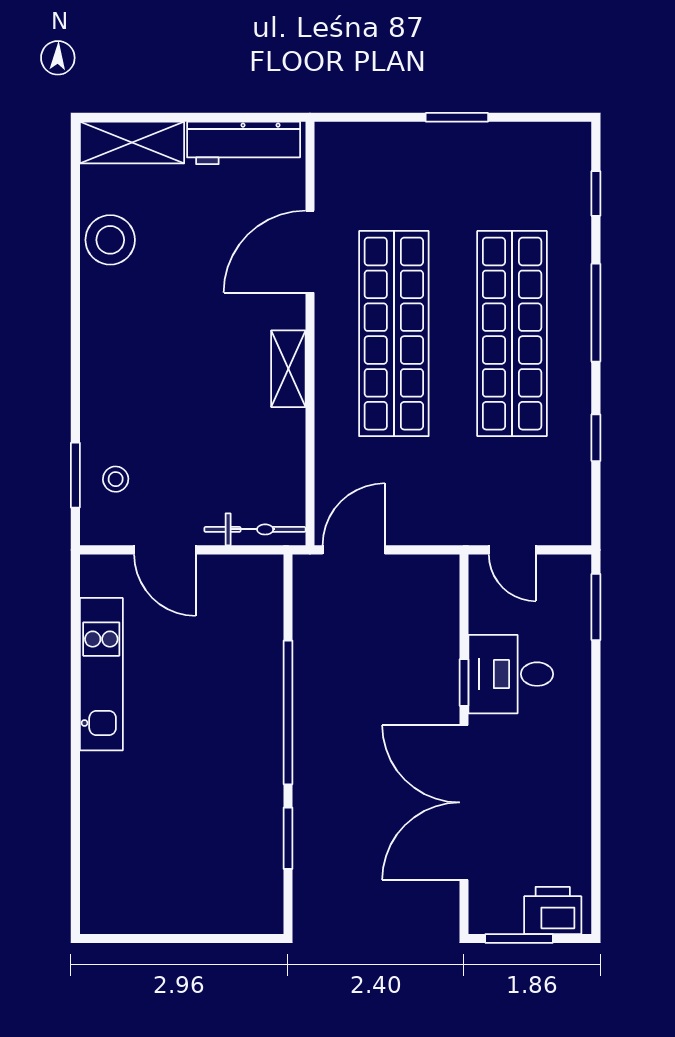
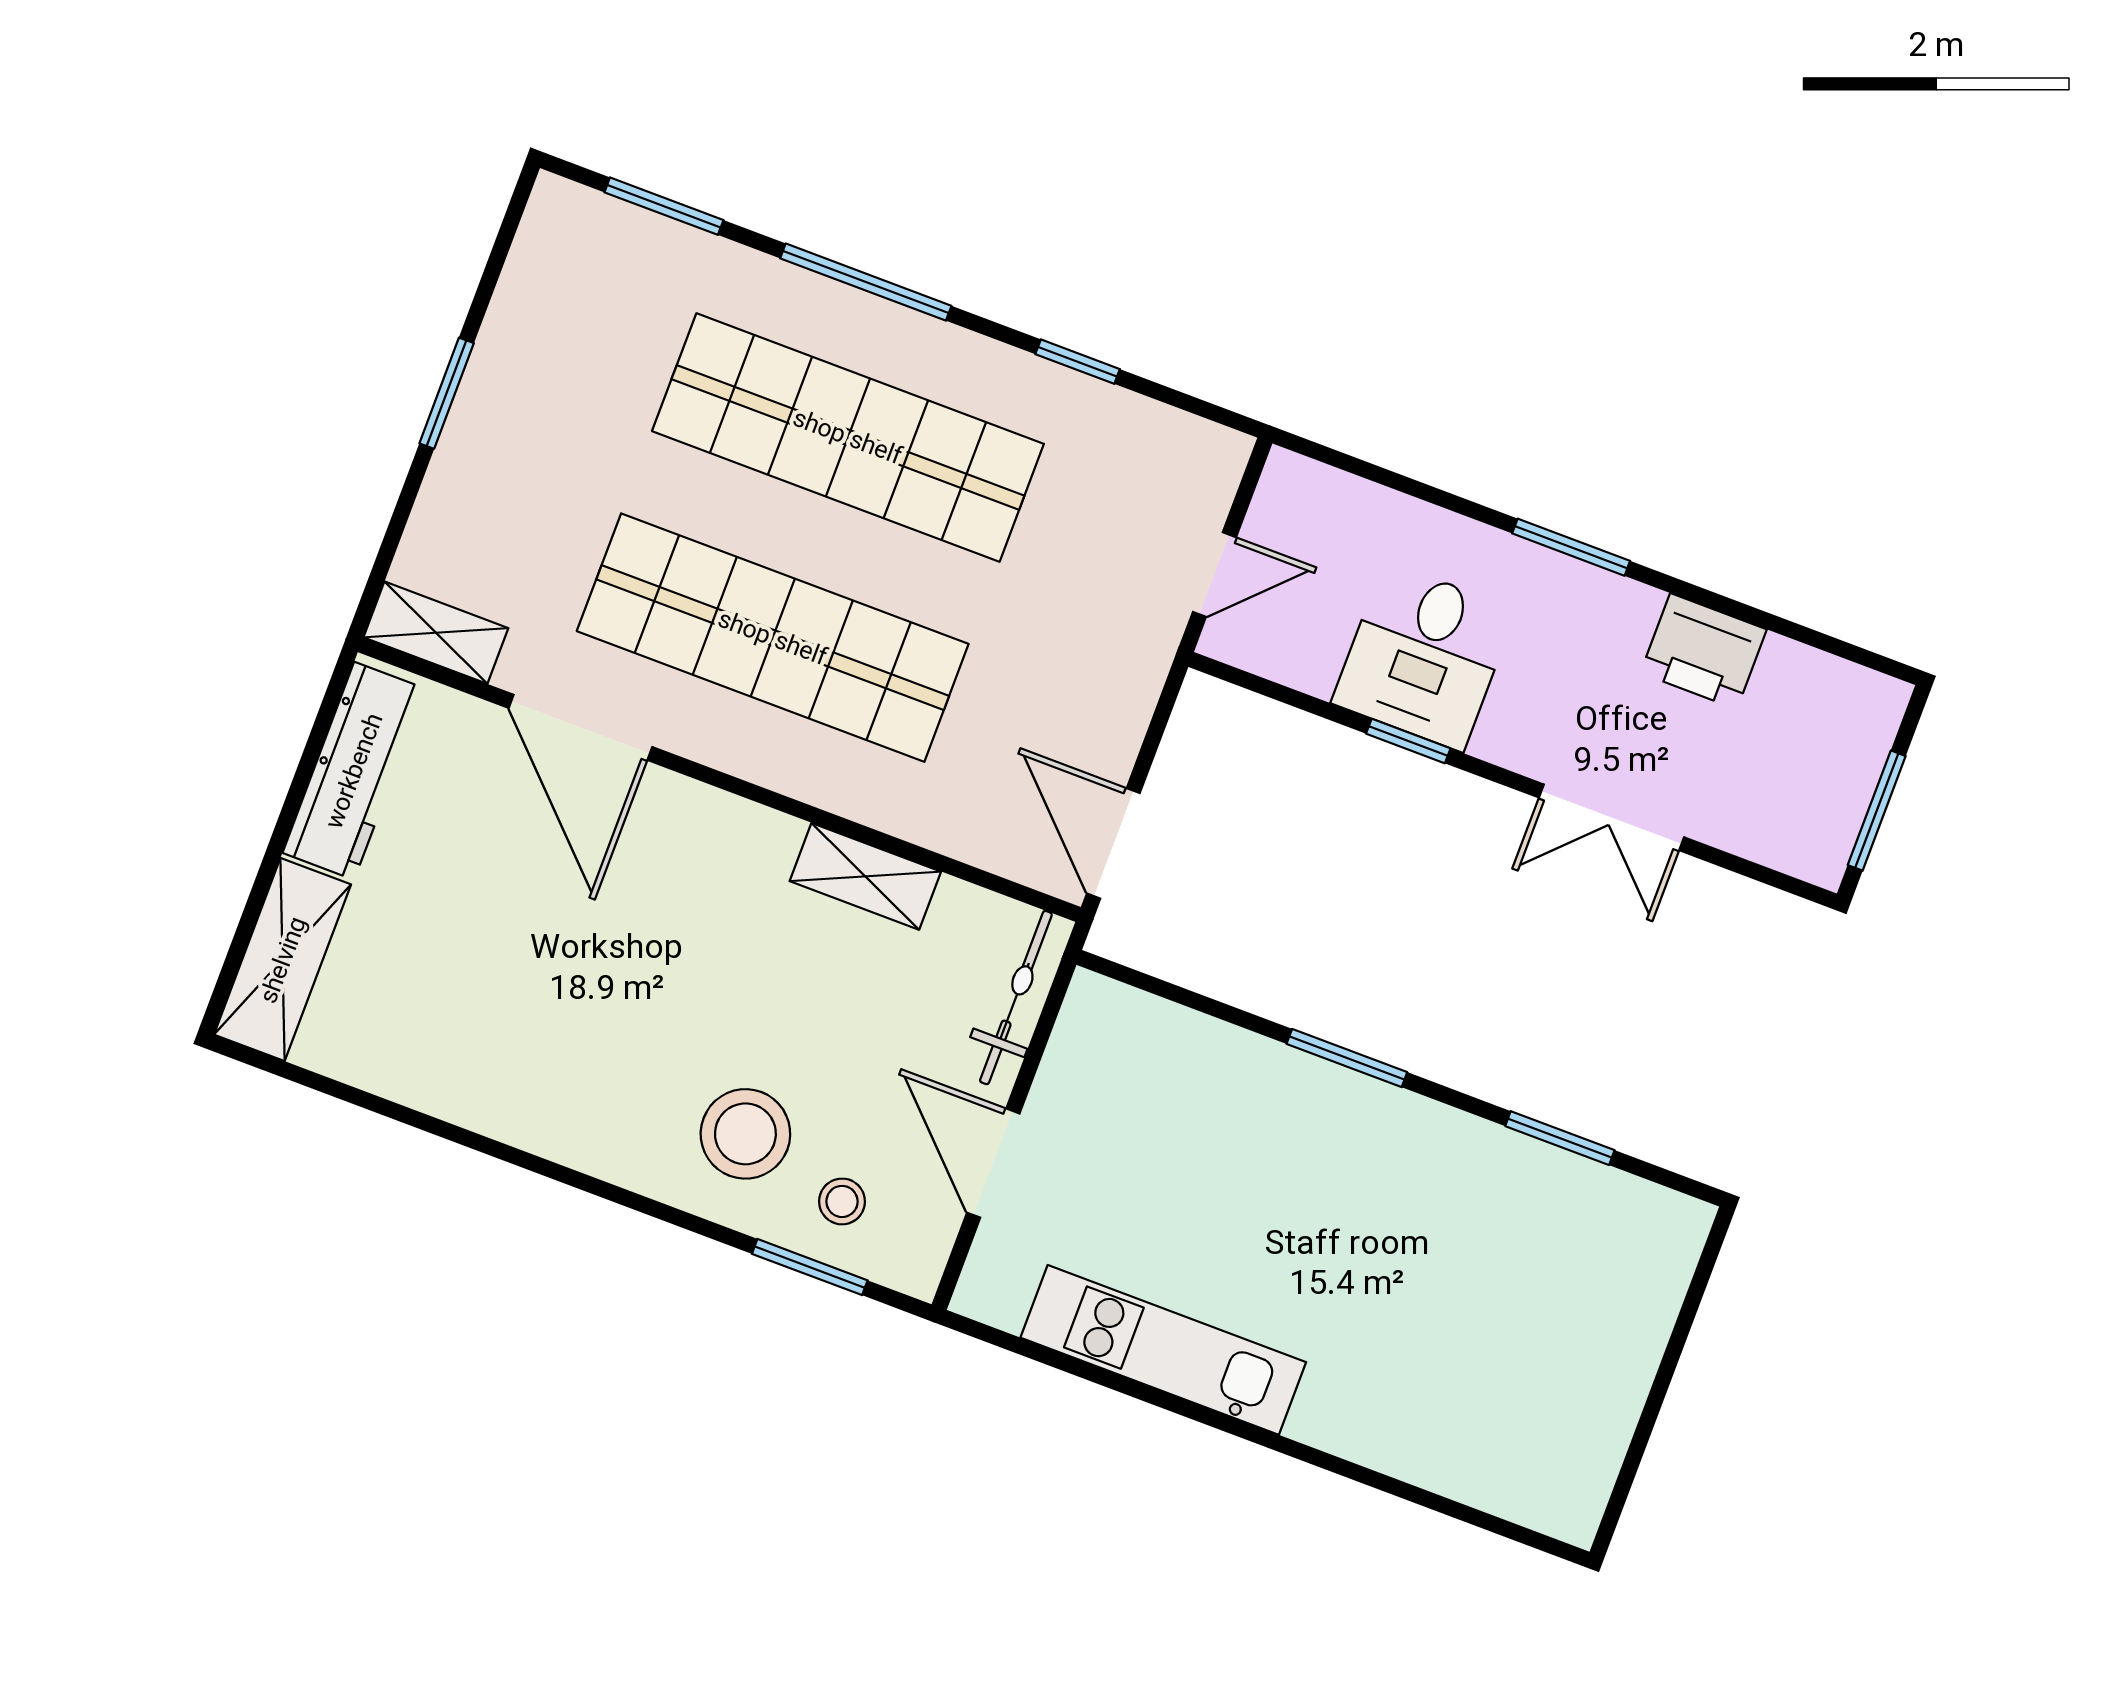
shelving: (331, 158) -> (436, 633), added
window: (596, 193) -> (664, 206), width x1.50
stool: (110, 240) -> (745, 1134), moved
shelving: (288, 369) -> (865, 876), moved
door: (165, 550) -> (993, 1163), swing flipped
window: (596, 607) -> (1571, 547), moved
window: (288, 712) -> (1347, 1058), width x0.47
double door: (464, 802) -> (1611, 817), width x0.54
printer: (553, 910) -> (1704, 651), moved, turned -90

